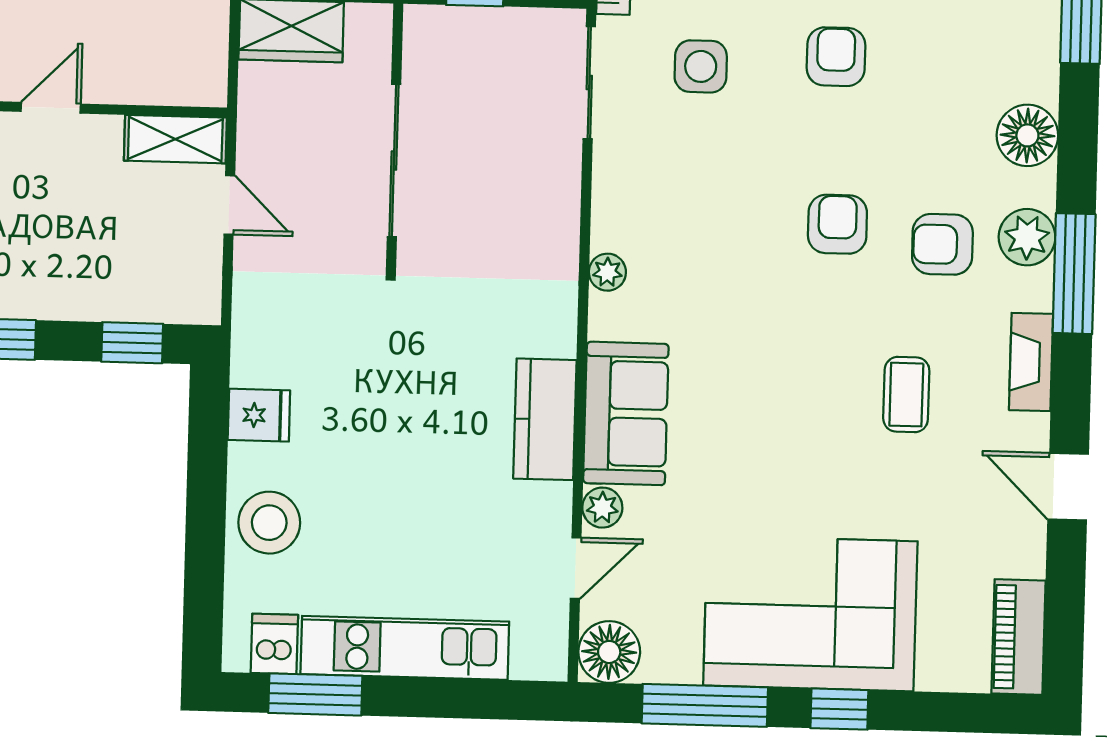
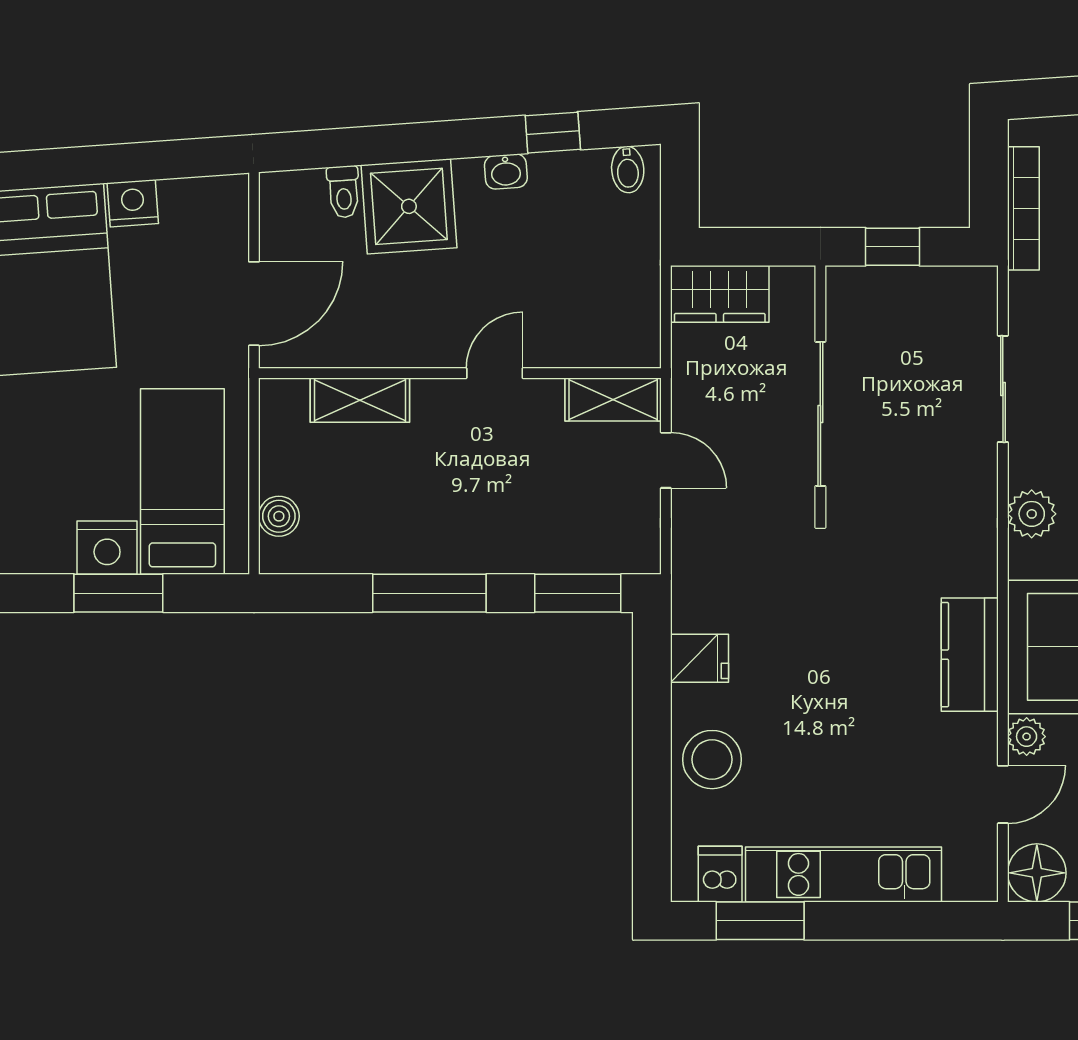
sliding door: (589, 83) -> (1003, 389), moved
plant: (607, 272) -> (1032, 514), width x1.38, depth x1.38
window: (132, 343) -> (578, 593), width x1.50

